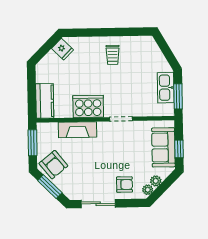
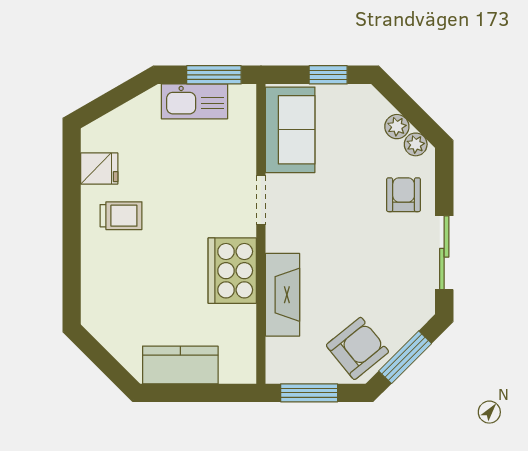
fridge: (62, 49) -> (99, 169), moved, turned 45
kitchen counter: (45, 101) -> (180, 365), moved
sofa: (163, 147) -> (290, 130), moved, turned -90

